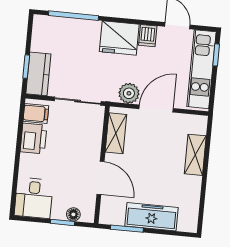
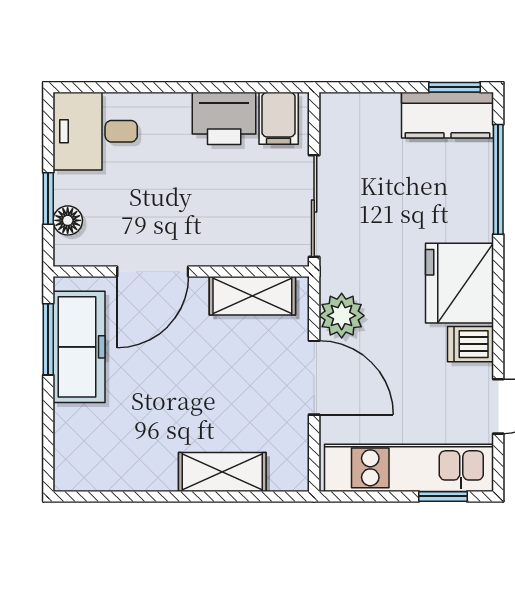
window: (26, 67) -> (454, 87), moved
kitchen counter: (38, 74) -> (447, 115), moved
freezer: (152, 217) -> (79, 347), moved

